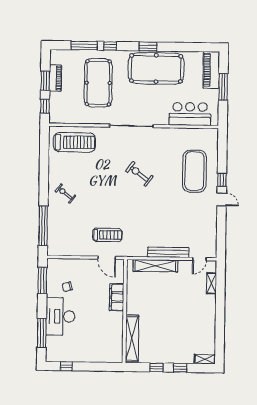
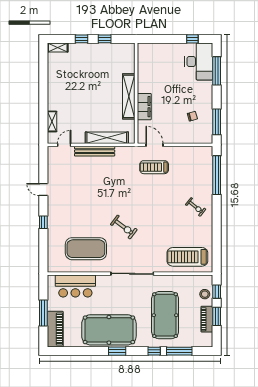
stool: (57, 104) -> (205, 294), added
exercise mat: (194, 171) -> (86, 249), moved, turned 90
door: (222, 199) -> (43, 190), moved
desk: (60, 316) -> (199, 61), moved
shelving: (132, 338) -> (129, 96), moved

